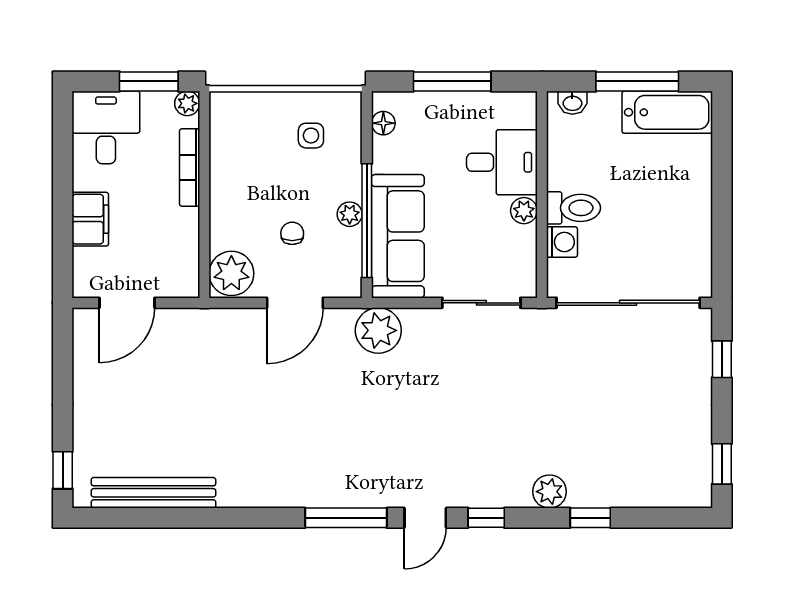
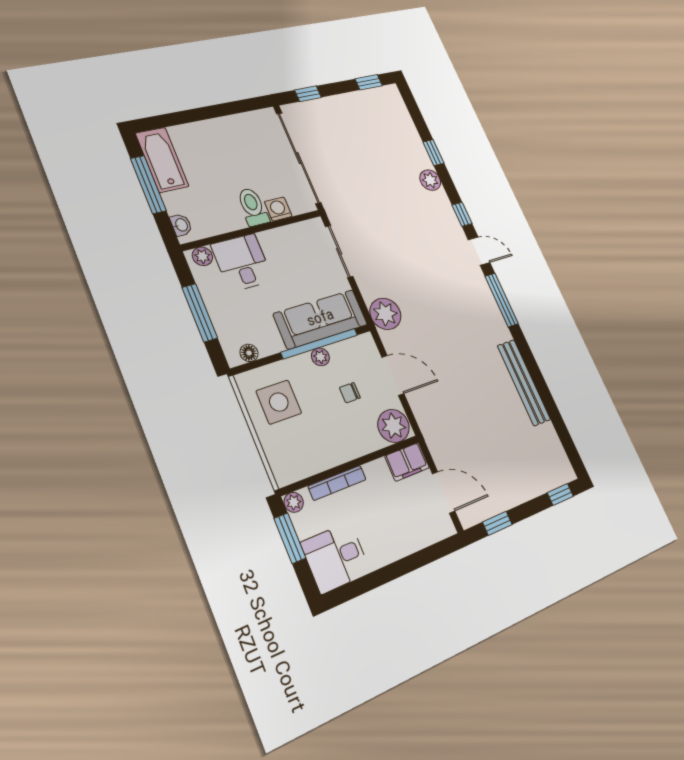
side table: (311, 136) -> (279, 402), width x1.87, depth x1.87
plant: (524, 211) -> (202, 256), moved
filing cabinet: (90, 219) -> (407, 462), moved, turned 180
window: (63, 359) -> (497, 523), added
bench: (154, 493) -> (524, 382), moved

